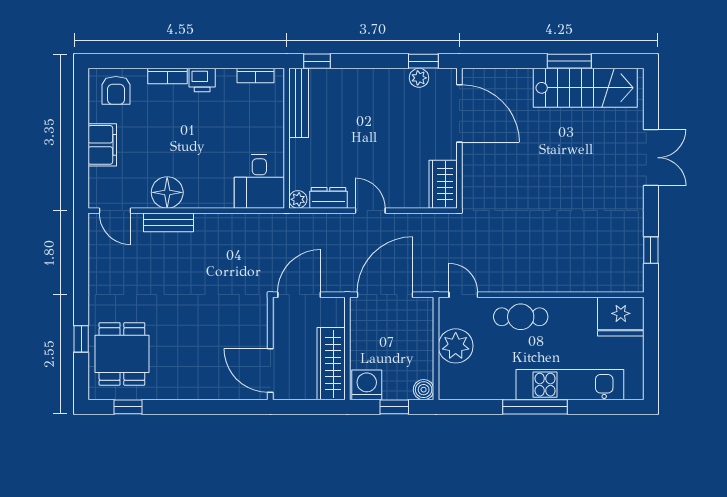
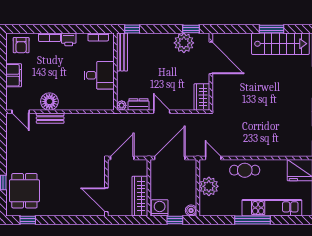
plant: (419, 78) -> (184, 43), width x1.87, depth x1.87
desk: (259, 181) -> (99, 75), moved, turned -90

